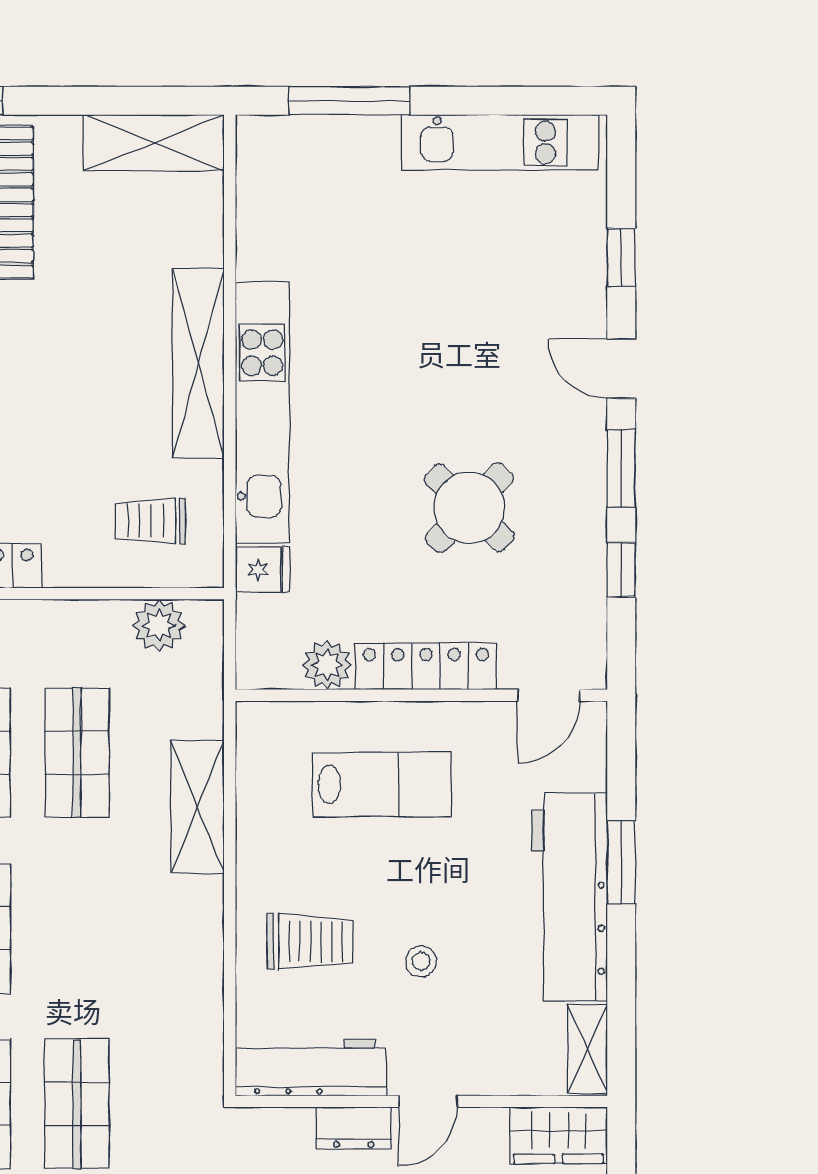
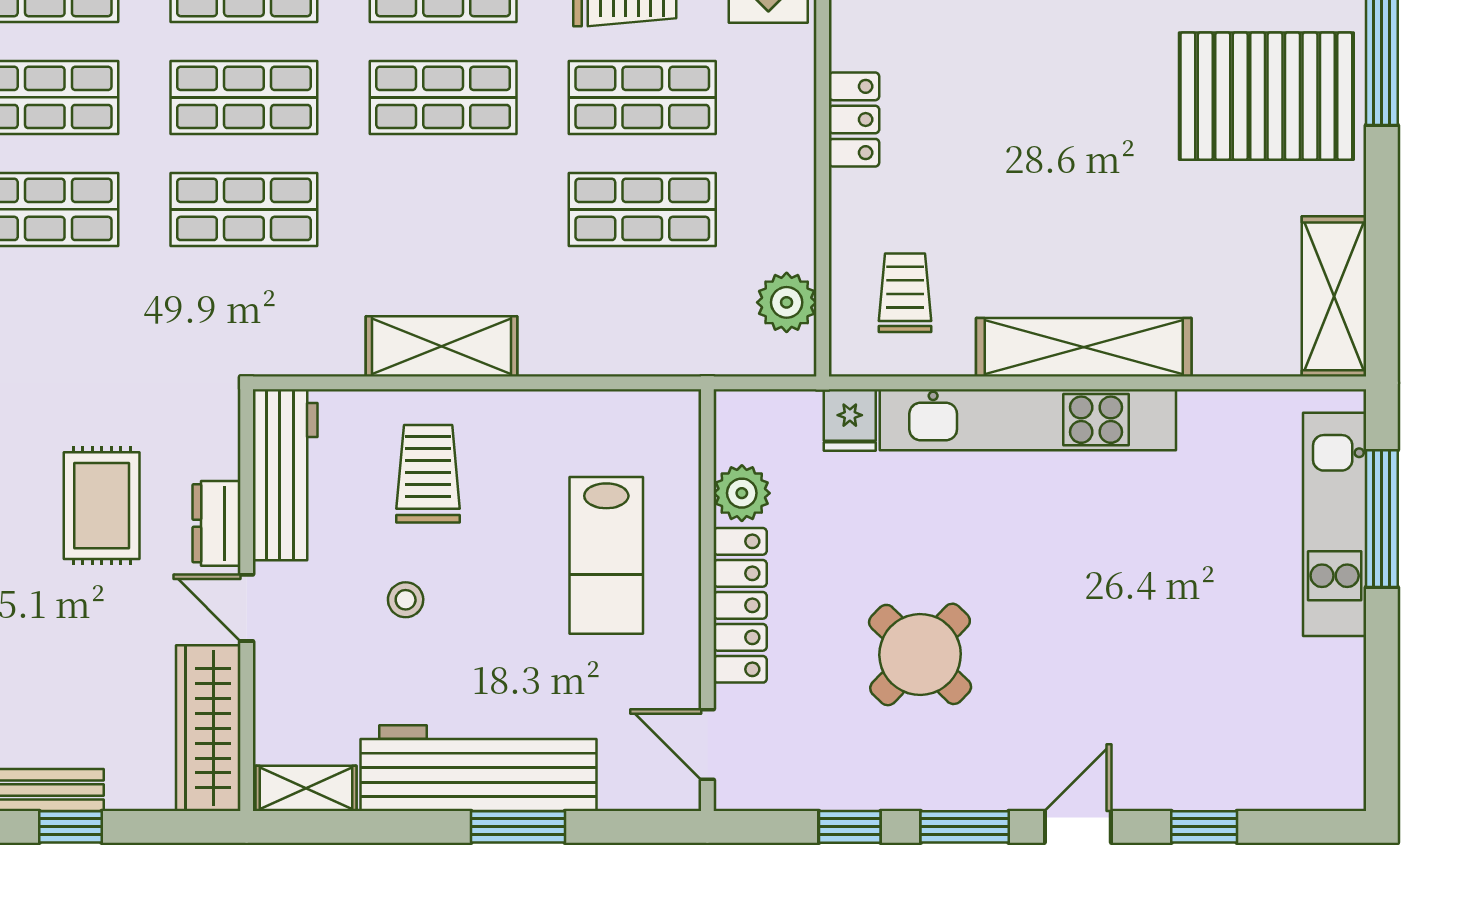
kitchen unit: (500, 142) -> (1335, 524), moved
shelving: (198, 807) -> (441, 346), moved
trolley: (310, 941) -> (428, 474), turned 180
wardrobe: (559, 1135) -> (208, 728), width x1.50

